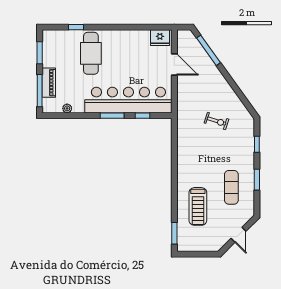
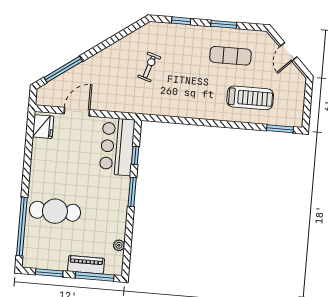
window: (76, 27) -> (22, 226), width x3.17
bar counter: (128, 100) -> (117, 147), width x0.54
door: (239, 235) -> (288, 52), swing flipped

